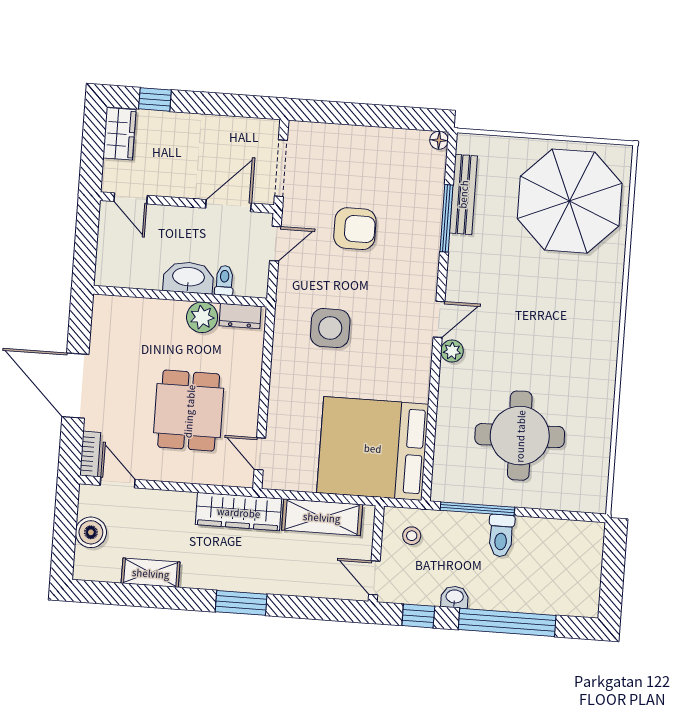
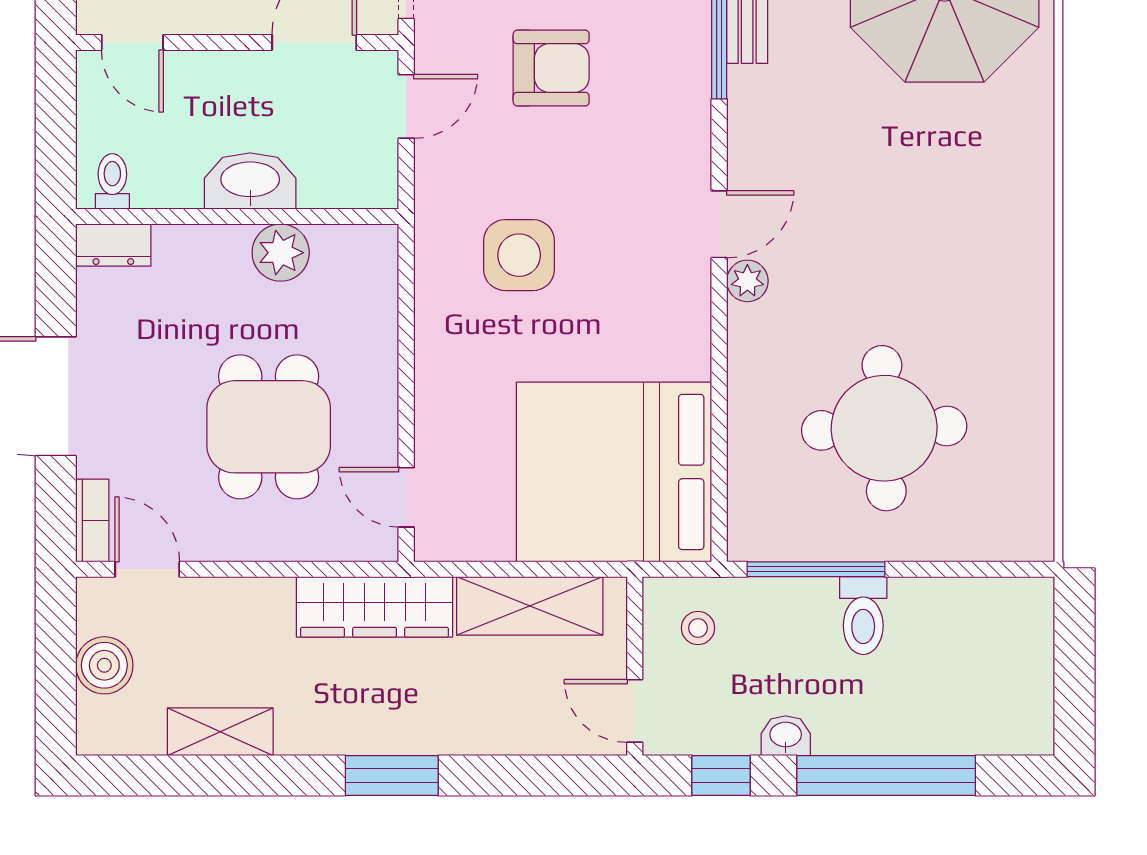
toilet: (224, 280) -> (112, 181), moved
dresser: (240, 316) -> (113, 245), moved

